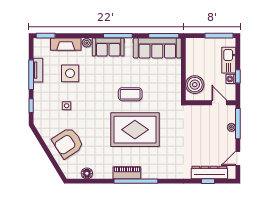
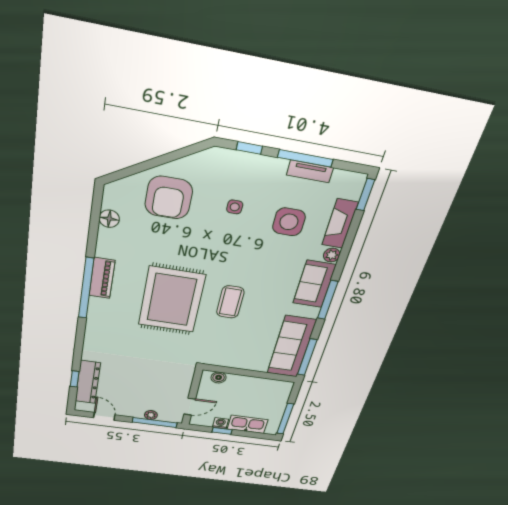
boiler: (195, 85) -> (219, 377), width x0.54, depth x0.54
armchair: (68, 143) -> (169, 198), turned -147

